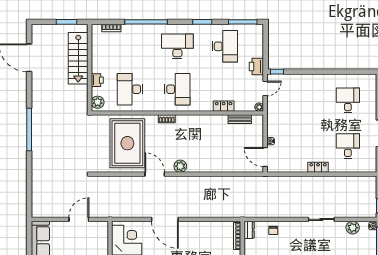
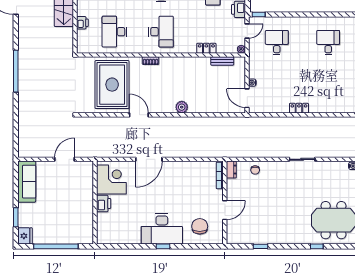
plant: (98, 102) -> (83, 44), removed
desk: (348, 146) -> (277, 43), moved
plant: (180, 166) -> (182, 107), moved
door: (165, 219) -> (149, 159), hinge flipped
plant: (353, 228) -> (333, 167), removed

